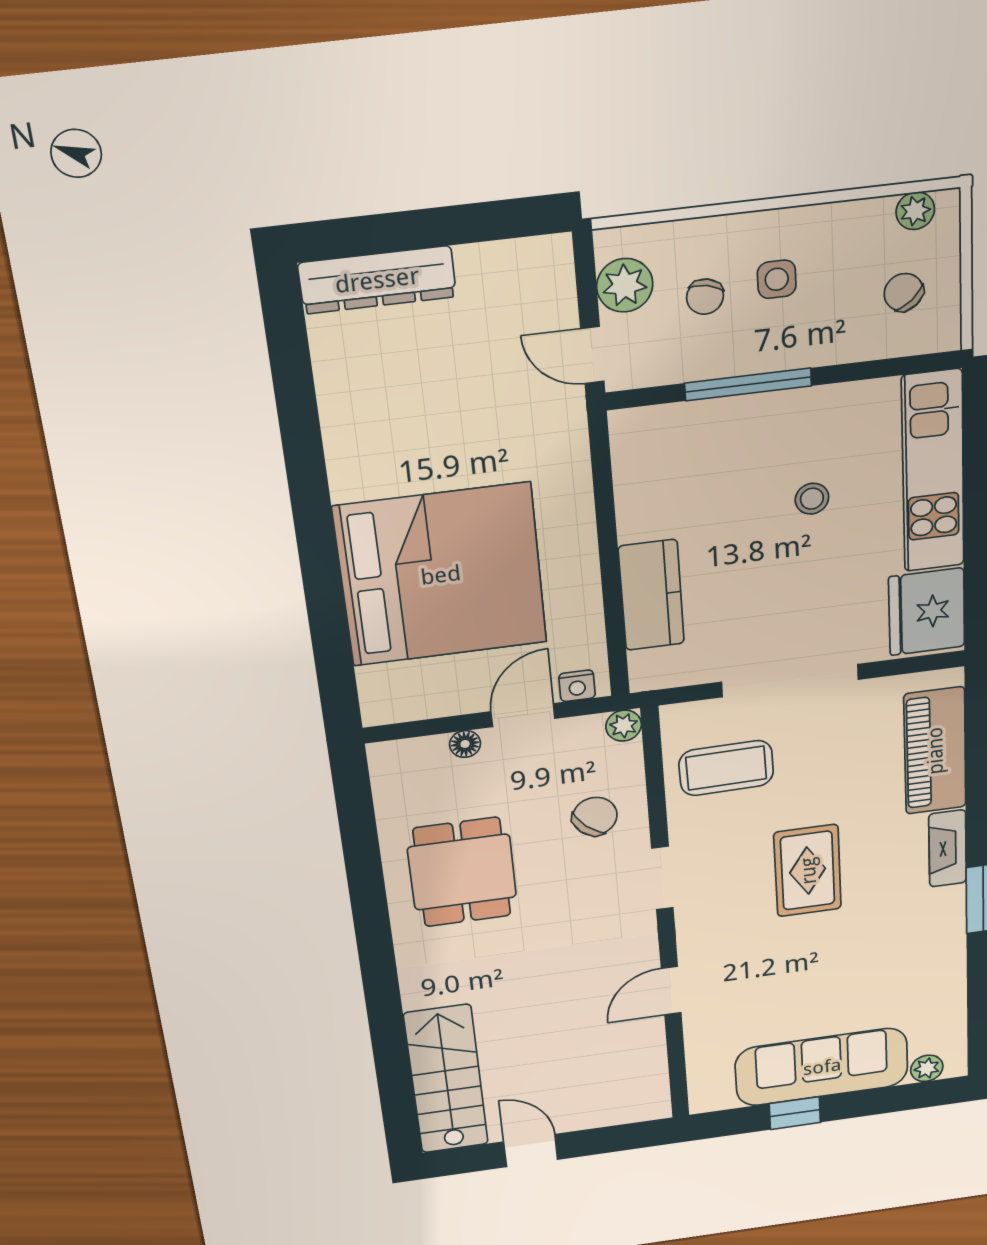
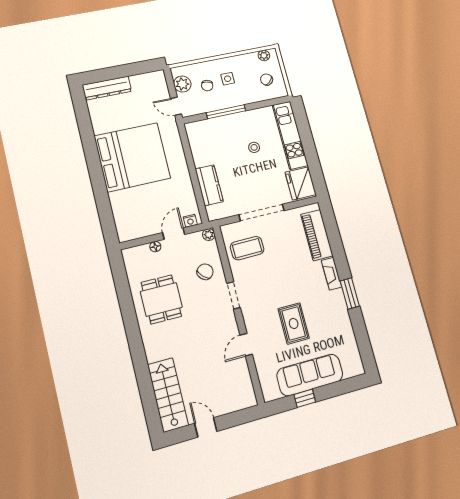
bed: (441, 575) -> (132, 157), moved
rug: (808, 871) -> (294, 323), moved
plant: (927, 1068) -> (350, 372), removed

